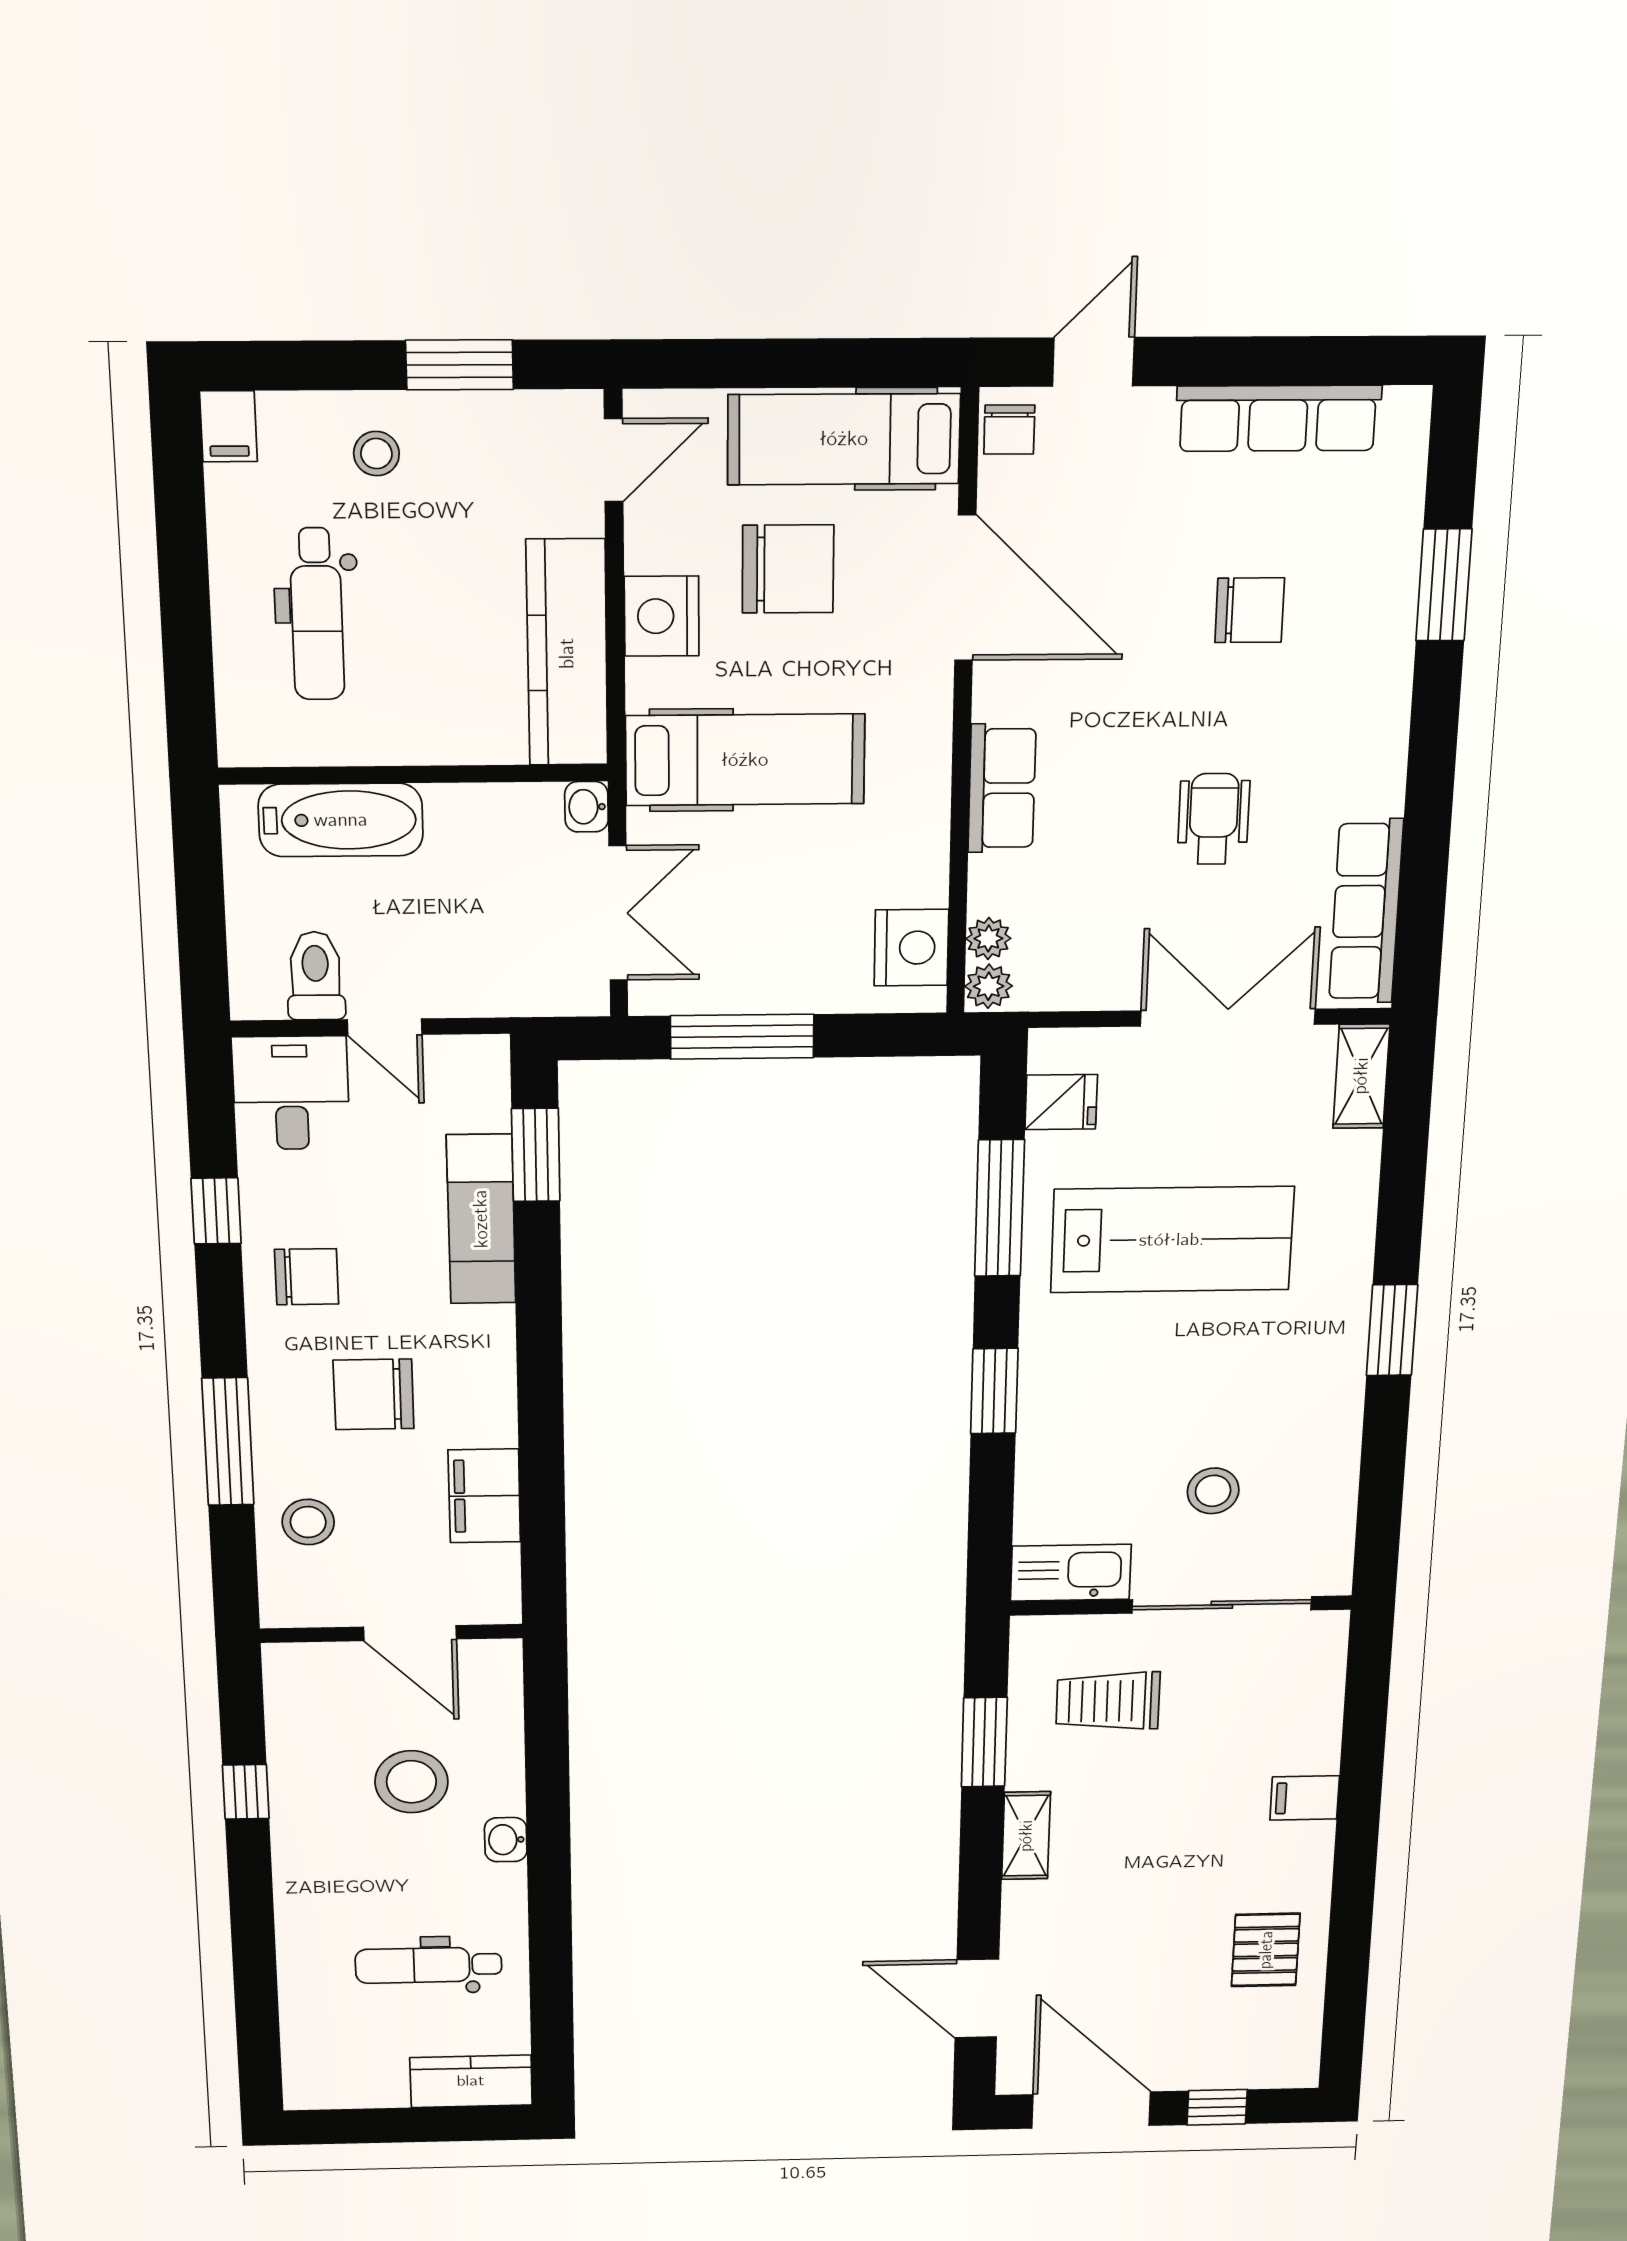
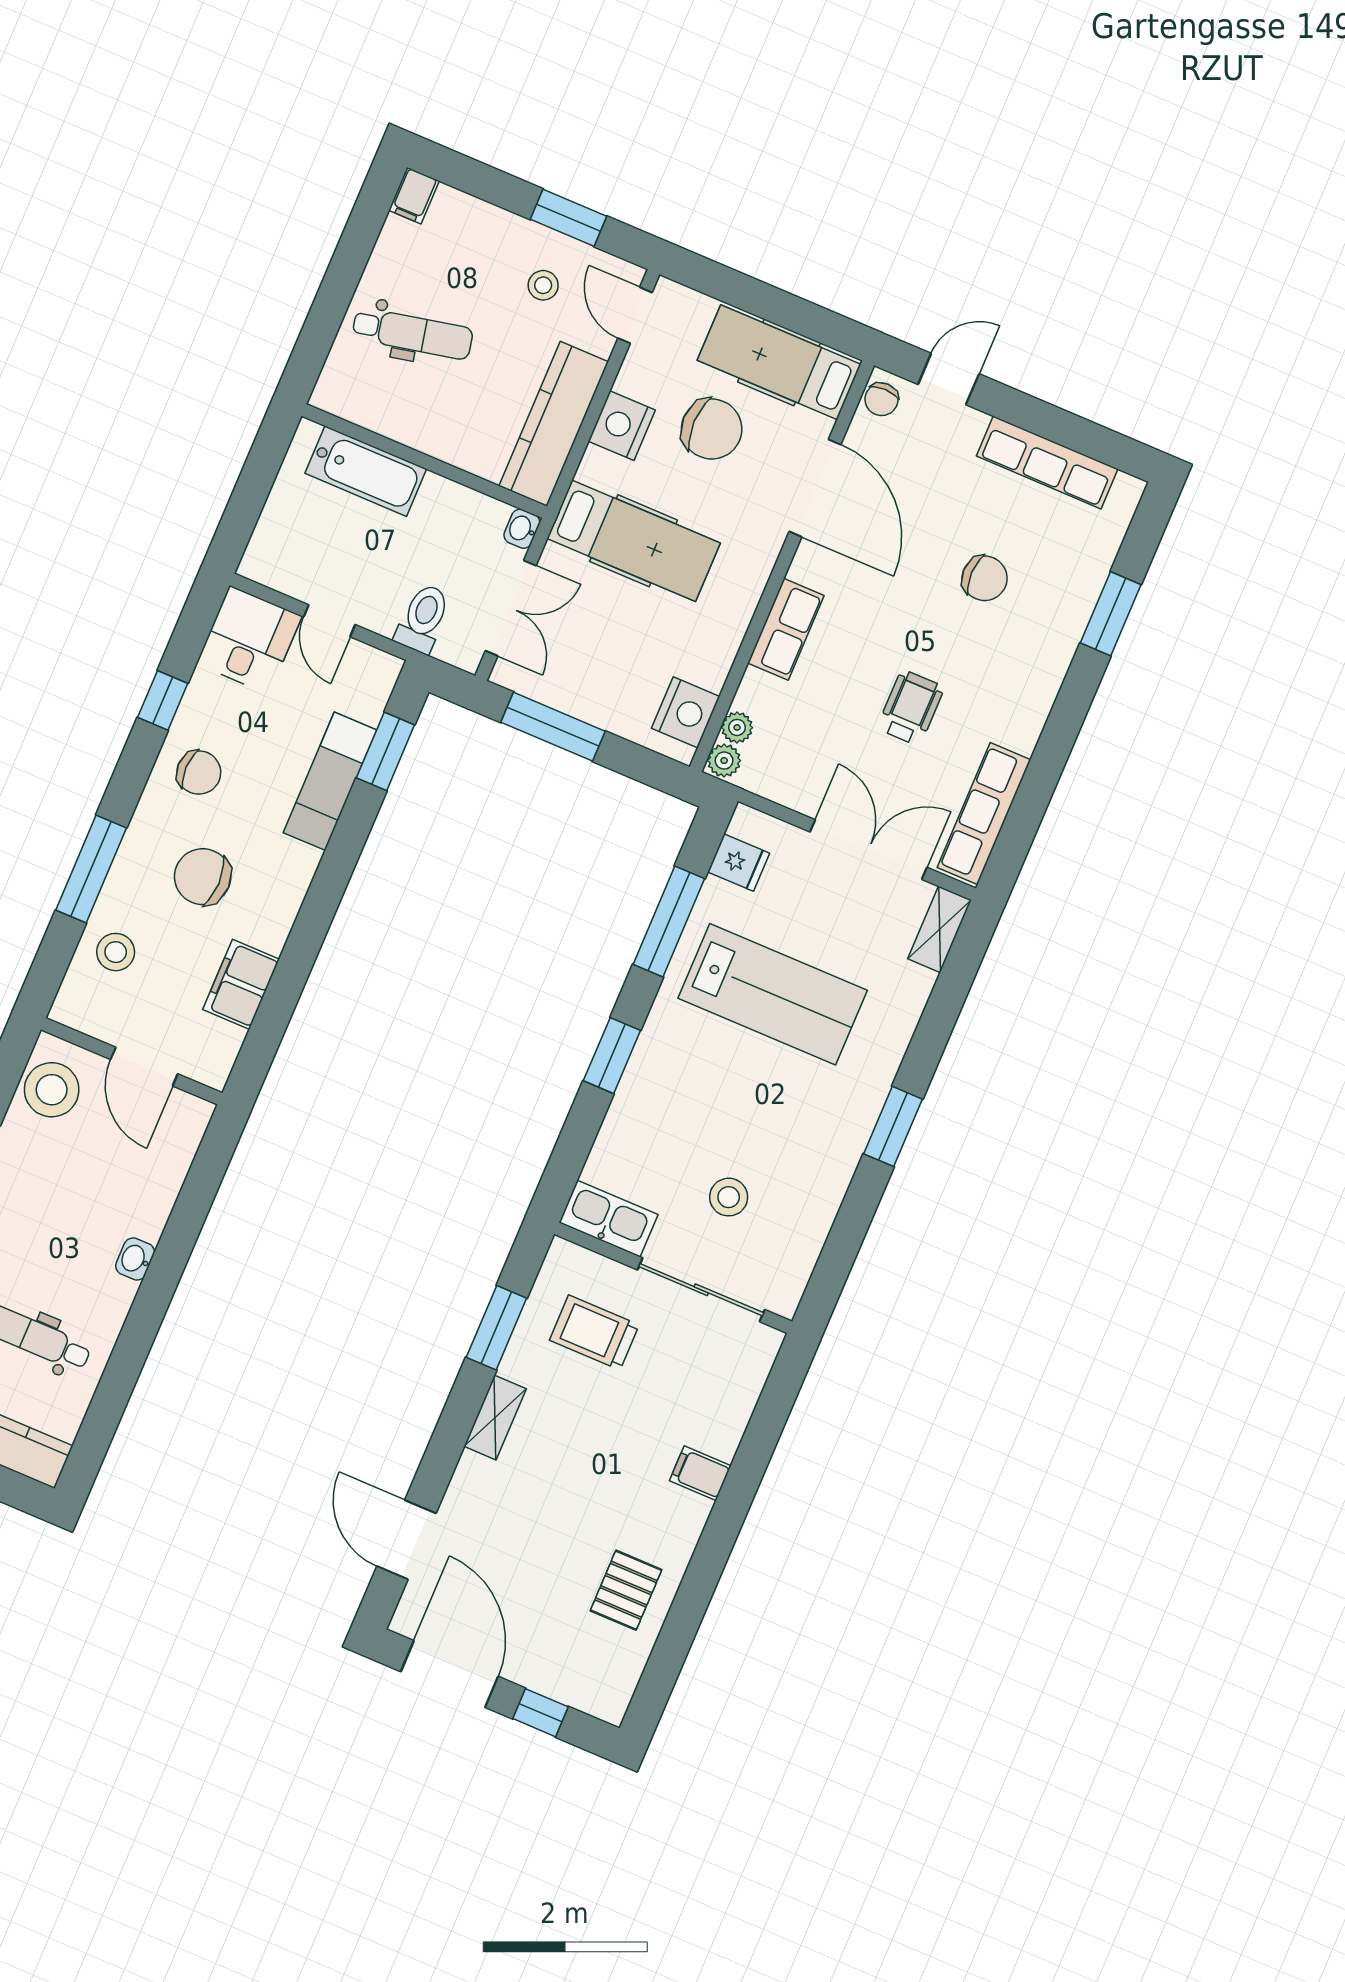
stool: (376, 454) -> (543, 285), moved
door: (614, 460) -> (635, 315), swing flipped
dental chair: (317, 614) -> (413, 333), turned -102
toilet: (316, 976) -> (423, 618), moved
stool: (411, 1782) -> (52, 1090), moved

